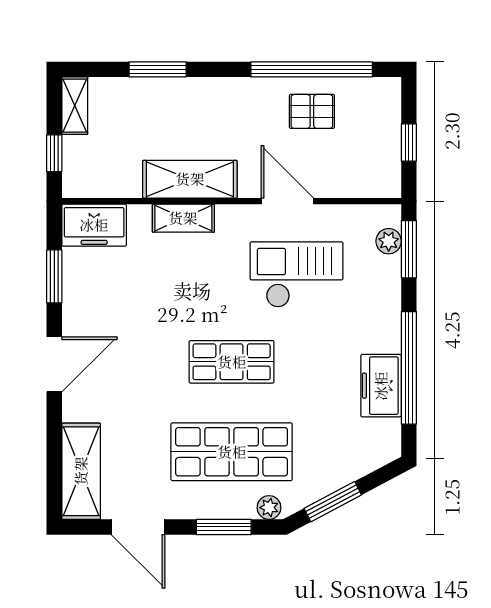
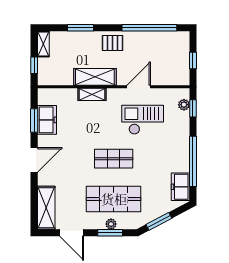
pallet: (312, 111) -> (113, 43), moved
door: (287, 201) -> (139, 87), hinge flipped
freezer: (94, 225) -> (47, 120), moved, turned -90
window: (409, 249) -> (193, 108), width x0.67
freezer: (381, 386) -> (181, 187), moved
plant: (269, 508) -> (111, 224), moved

